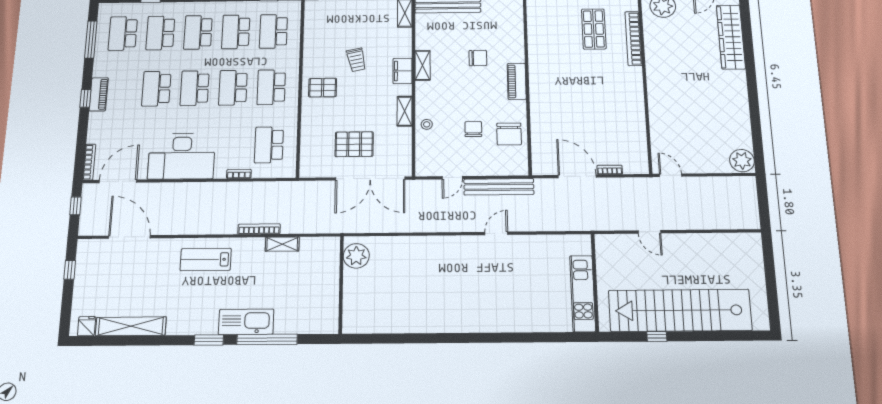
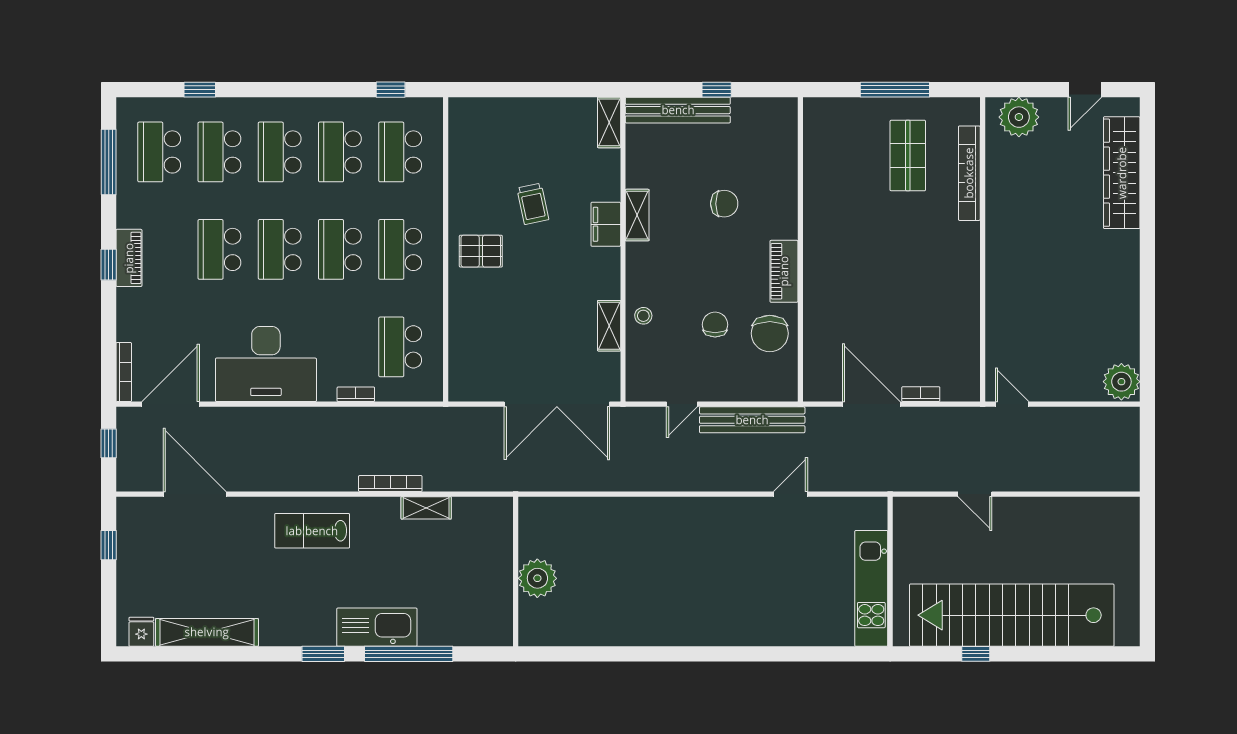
piano: (517, 81) -> (784, 271), moved
shelving: (405, 111) -> (609, 326), moved
pallet: (354, 144) -> (532, 347), removed
door: (496, 233) -> (791, 494), moved
plant: (356, 256) -> (537, 578), moved

